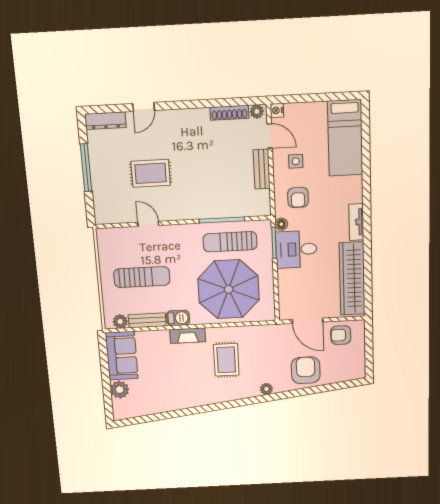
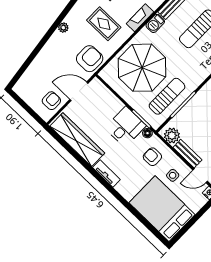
bed: (345, 138) -> (162, 209), width x1.50
plant: (260, 200) -> (172, 136), added
armchair: (306, 370) -> (90, 59), moved, turned -90

